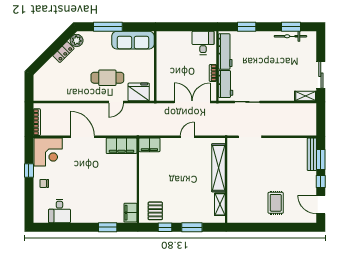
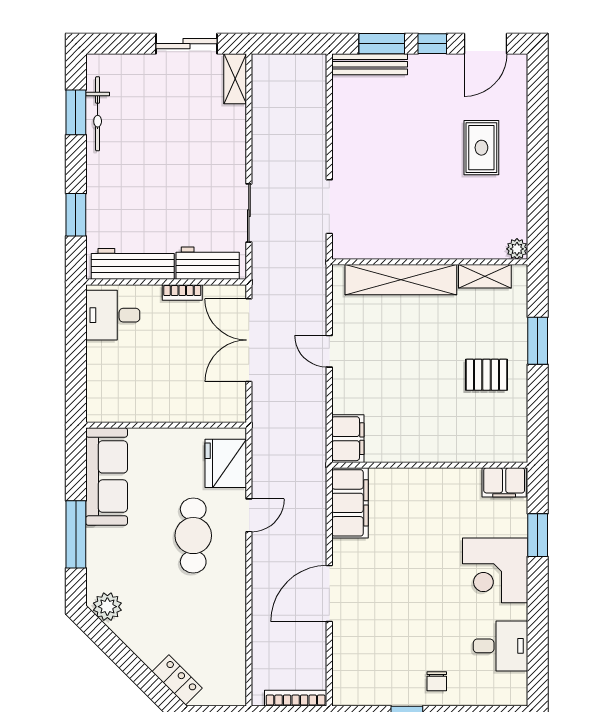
locker: (63, 52) -> (177, 680), moved
door: (116, 102) -> (249, 515), hinge flipped
corner desk: (48, 152) -> (495, 570), moved, turned 180
rug: (276, 203) -> (481, 148), turned 90
pallet: (155, 211) -> (486, 375), moved
plant: (232, 218) -> (517, 249), added
window: (165, 227) -> (538, 402), removed

